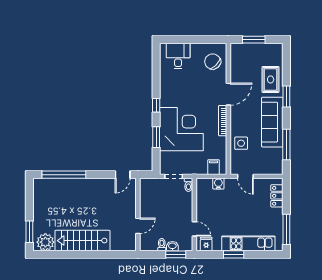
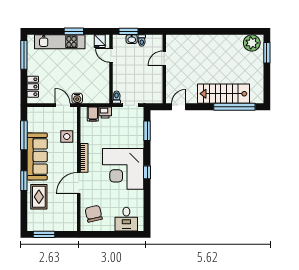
window: (254, 40) -> (44, 234), moved
chair: (213, 62) -> (94, 214), turned -148
corner desk: (181, 129) -> (123, 169), moved
window: (156, 137) -> (147, 131), moved
printer: (200, 169) -> (105, 112), added
water cooler: (218, 184) -> (77, 98), moved
stairs: (82, 241) -> (224, 94), moved, turned 180

